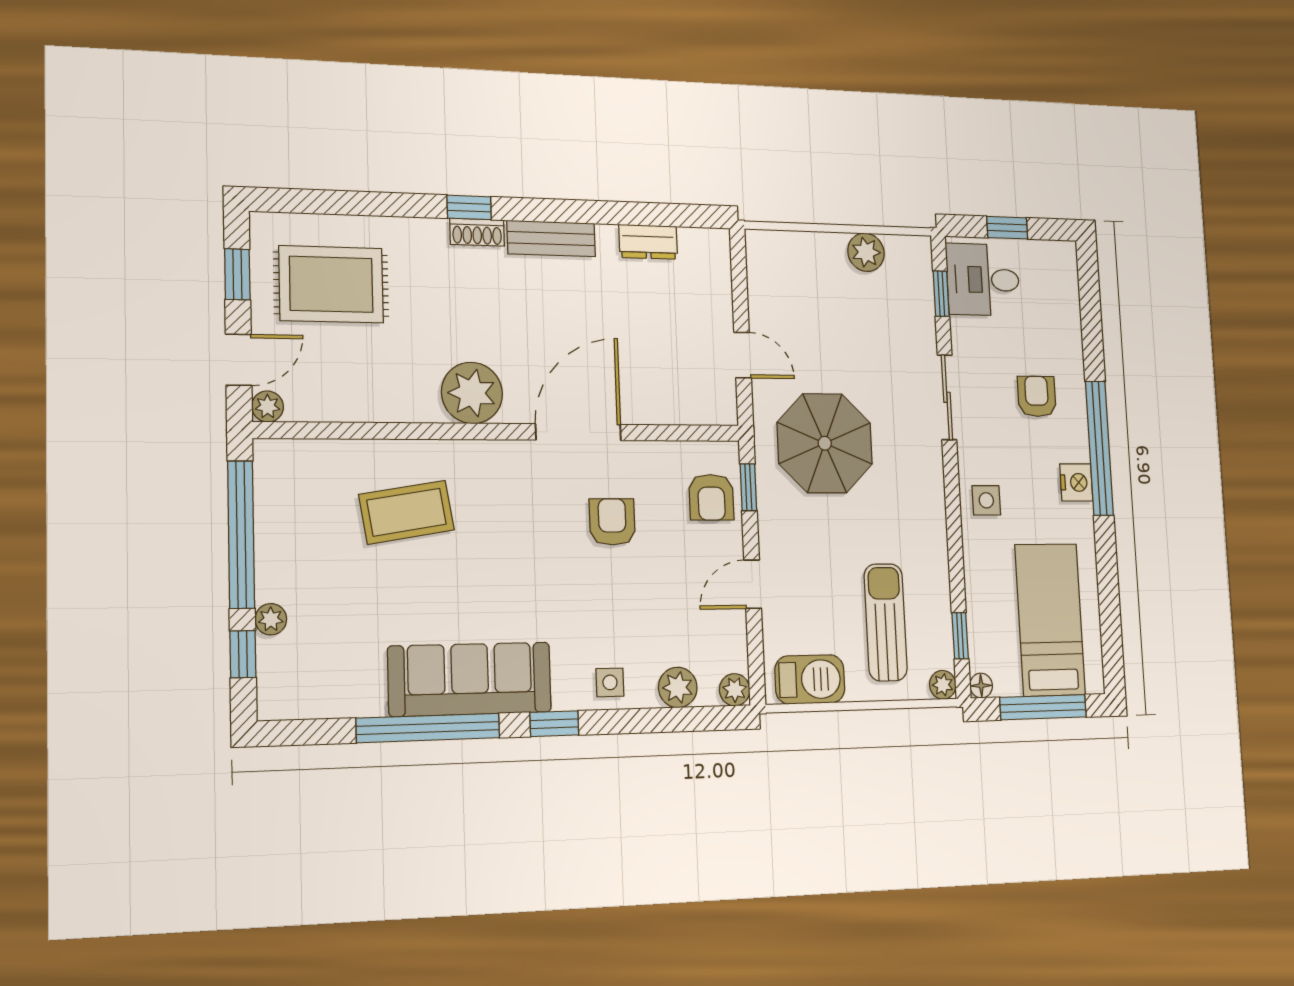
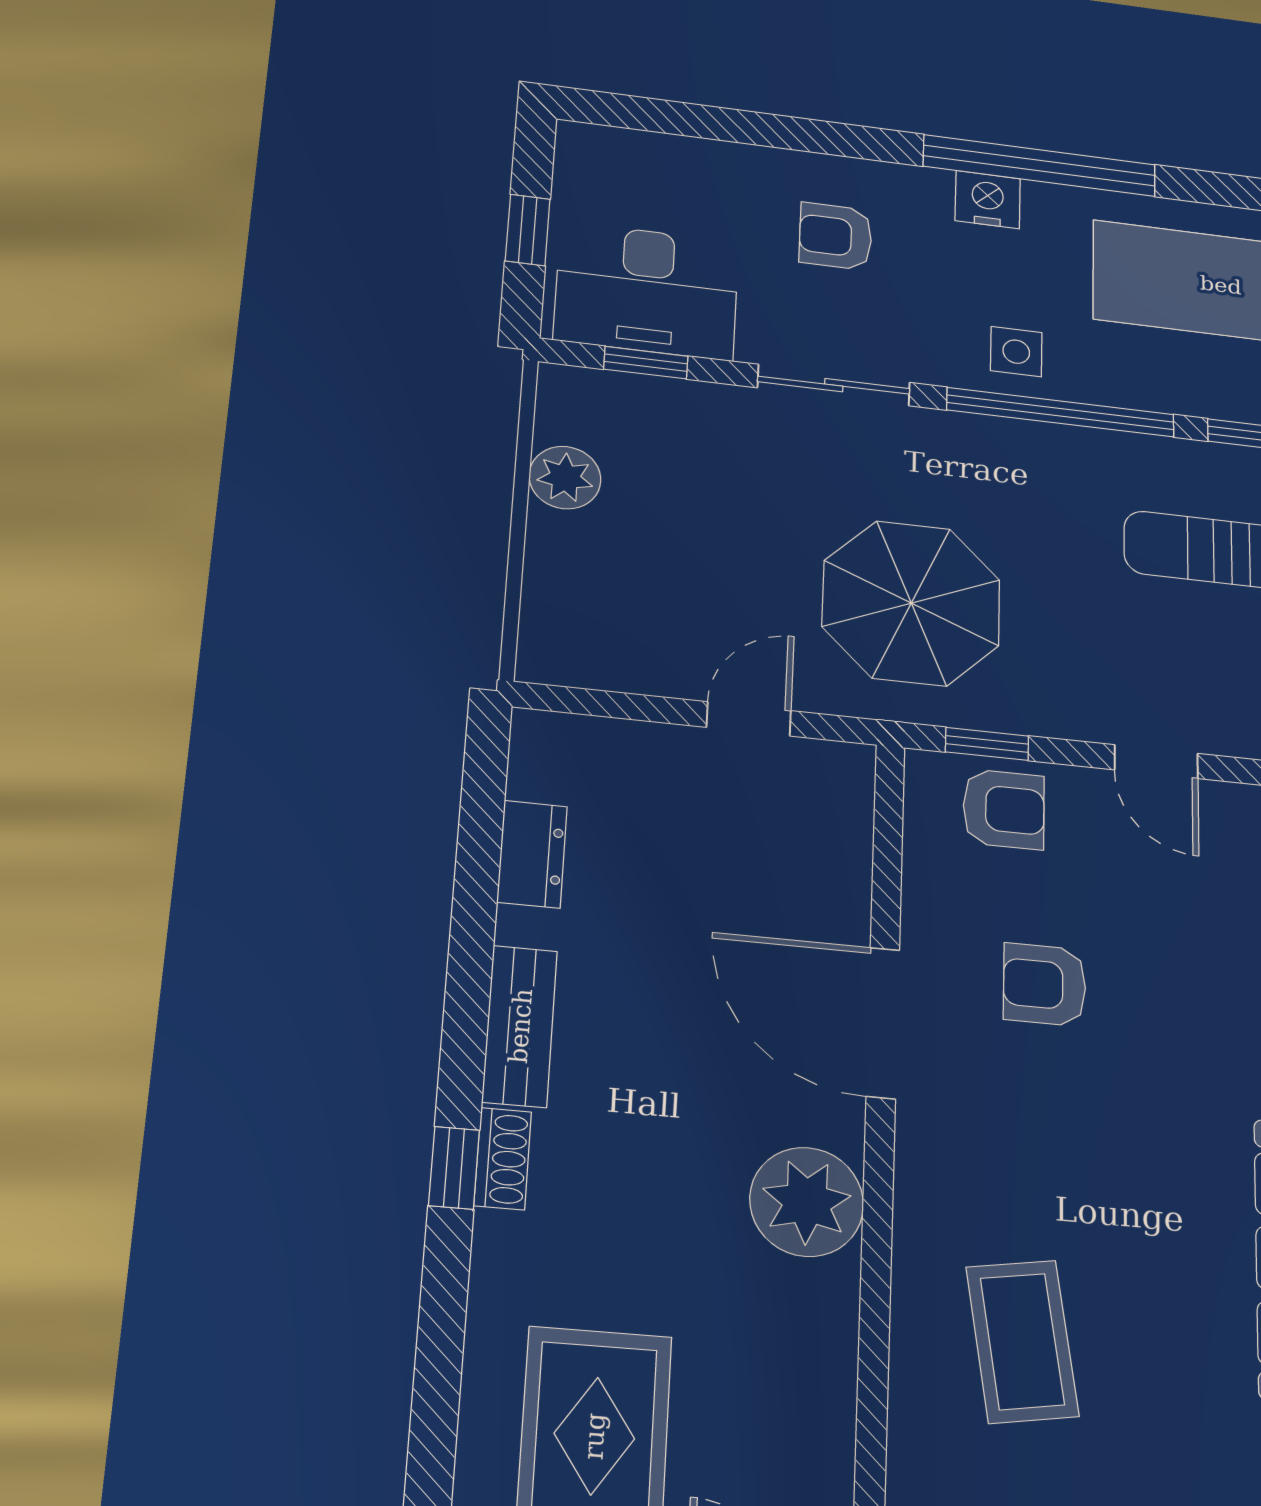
desk: (983, 280) -> (647, 291), width x1.37
window: (1099, 448) -> (1040, 166), moved
window: (954, 526) -> (1061, 412), added

